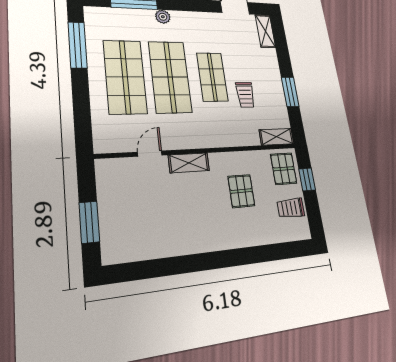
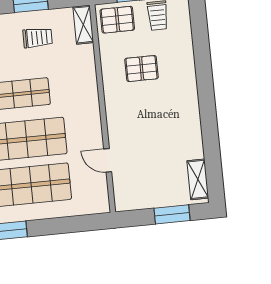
trolley: (245, 95) -> (38, 38), moved
shelving: (189, 163) -> (198, 179), moved

